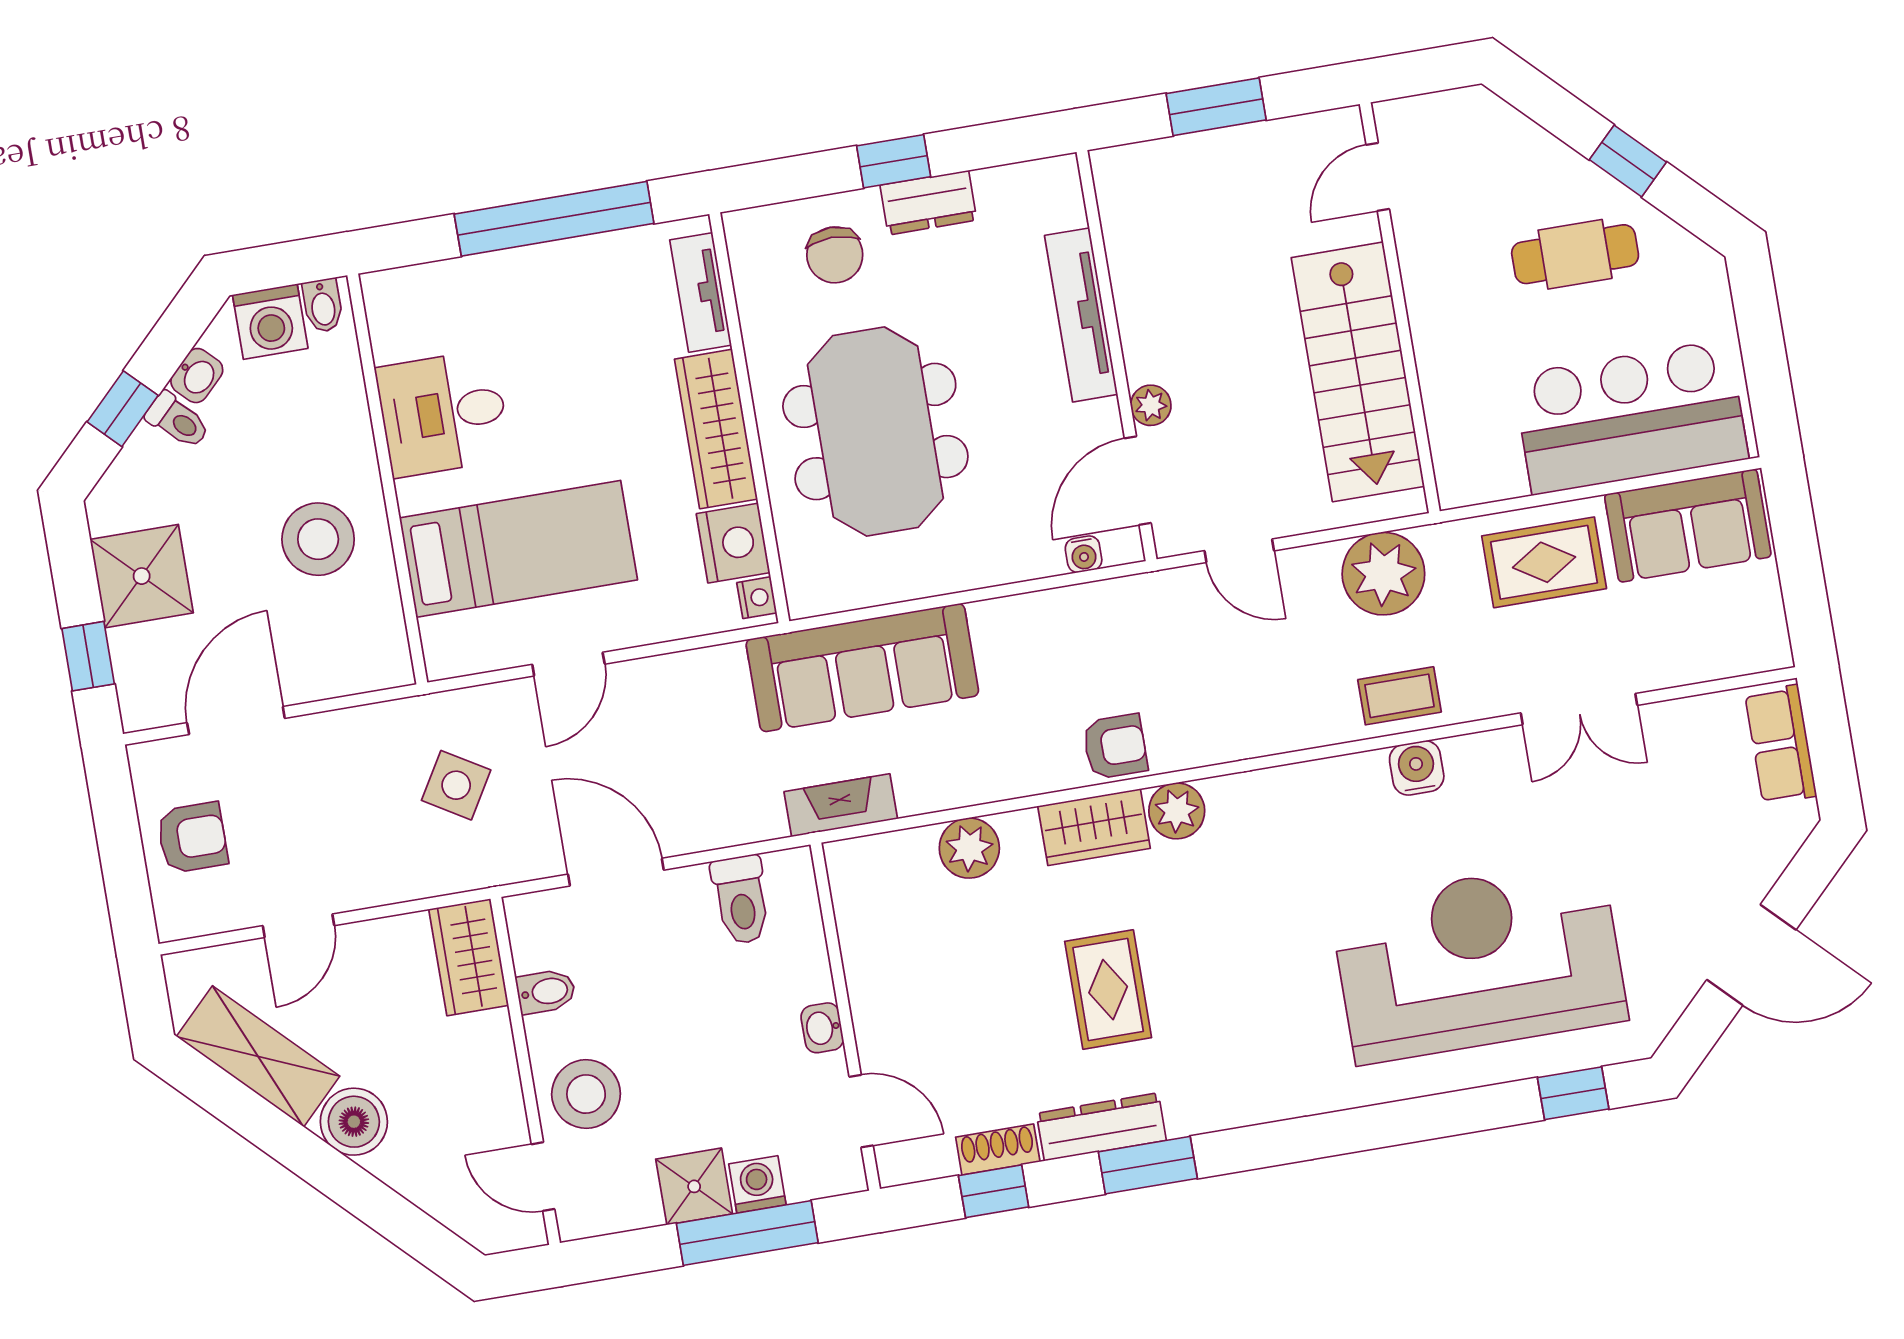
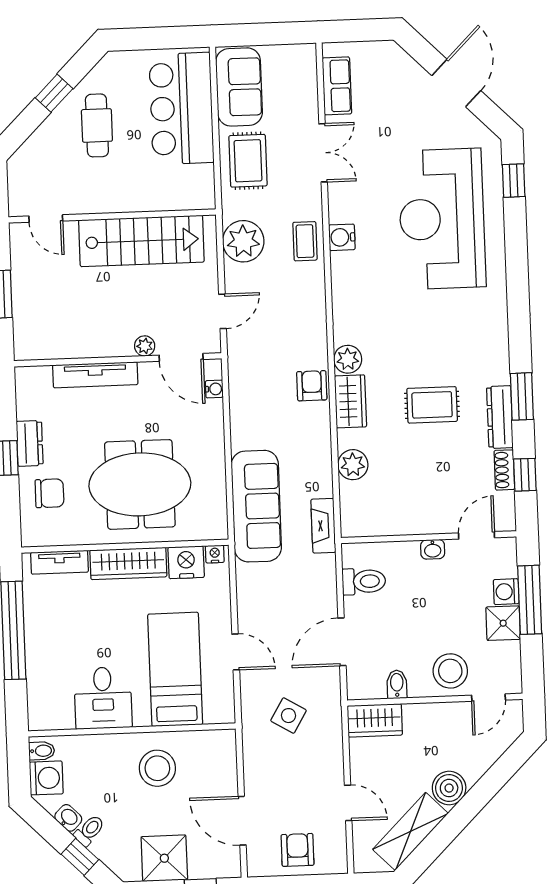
row of seats: (1781, 744) -> (337, 86), moved, turned -90

